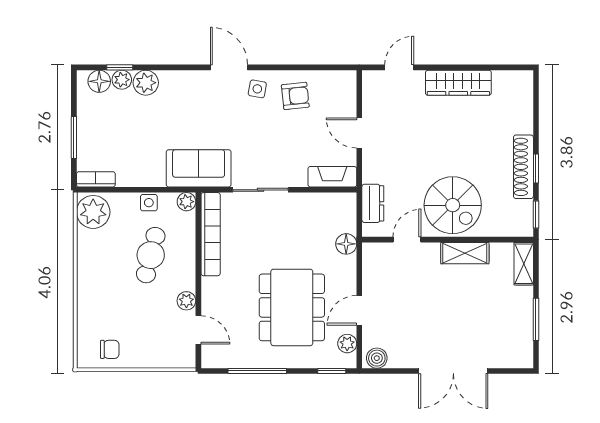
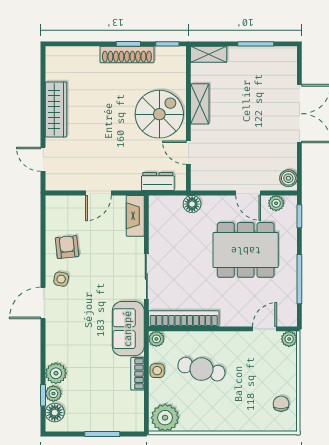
bookcase: (96, 179) -> (137, 374), moved
plant: (186, 301) -> (289, 339), moved

